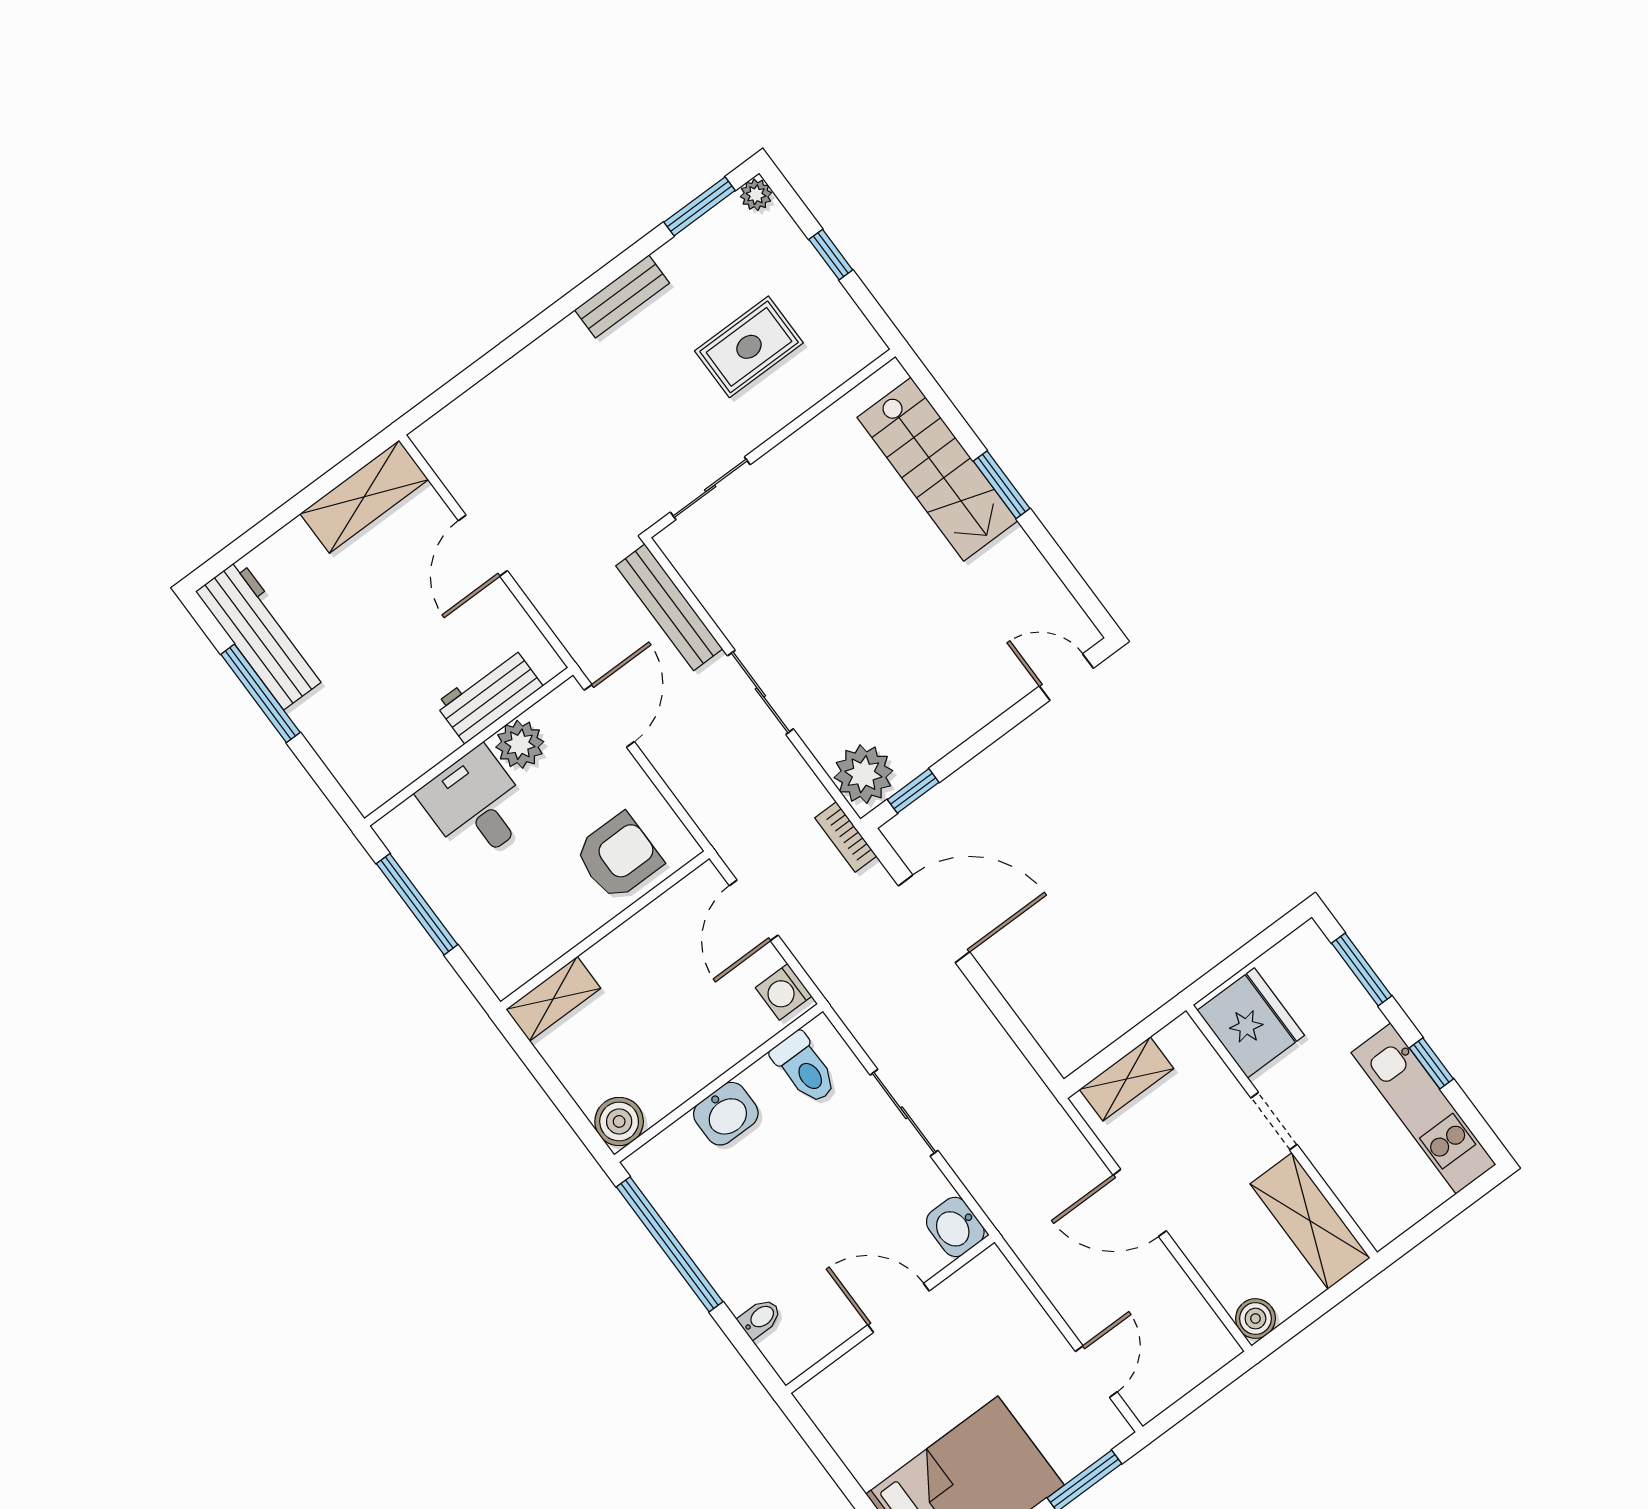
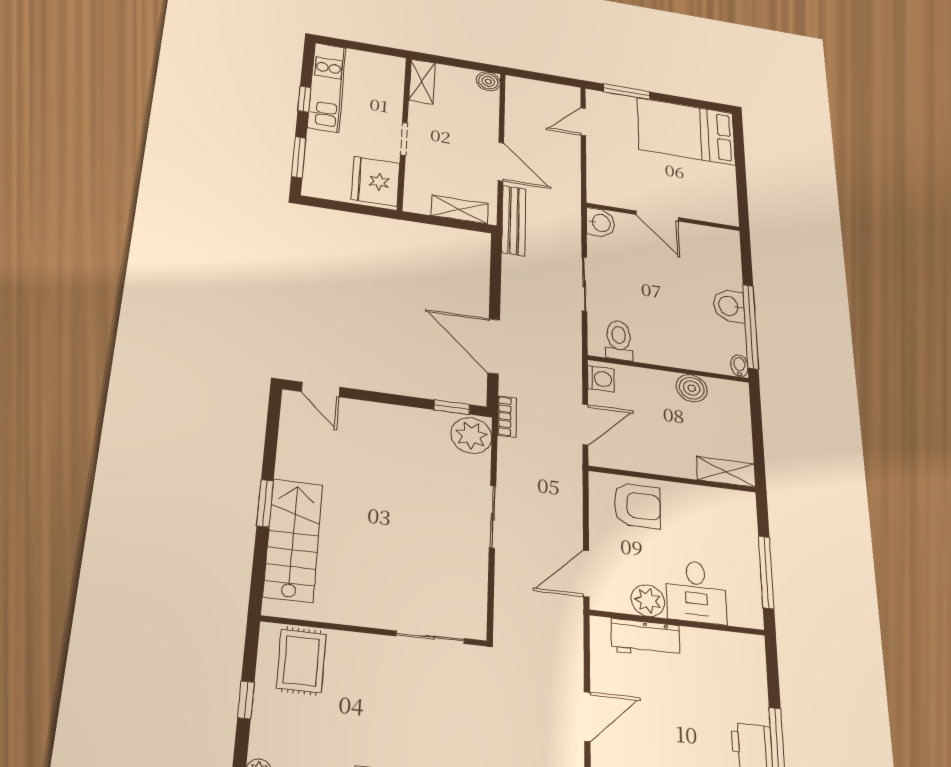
rug: (749, 347) -> (301, 661), moved, turned 90
bench: (669, 607) -> (514, 220), moved
armchair: (618, 856) -> (637, 506), turned 180
washbasin: (726, 1114) -> (729, 306), moved, turned -90
boiler: (619, 1121) -> (692, 388), moved
shelving: (1310, 1221) -> (422, 82), width x0.67, depth x0.75
bidet: (760, 1318) -> (739, 366), moved, turned 90

